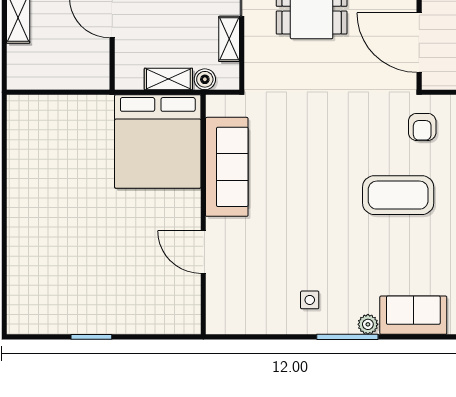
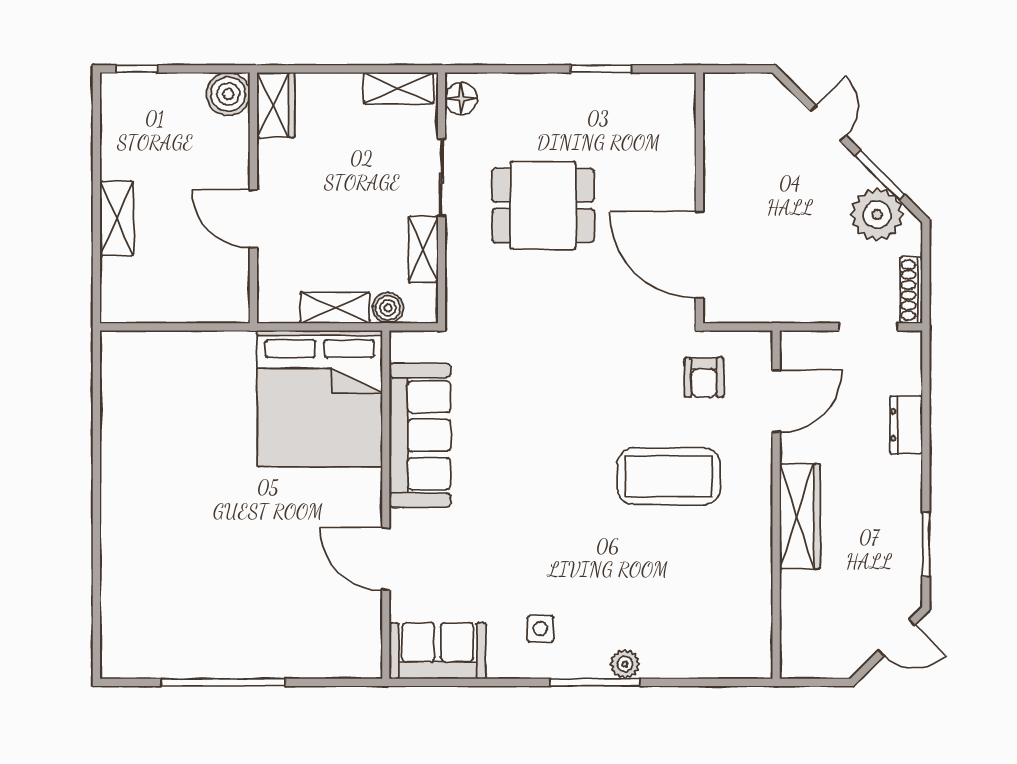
sofa: (413, 315) -> (438, 651), moved
window: (91, 337) -> (223, 682), width x2.11

